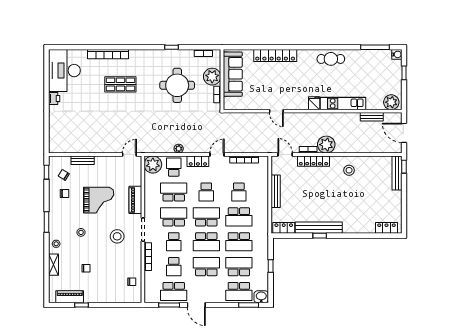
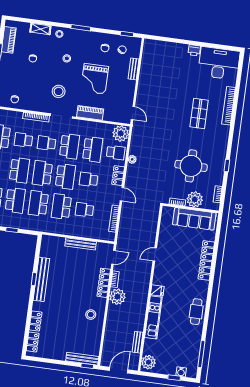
water cooler: (397, 54) -> (181, 372), moved
locker: (284, 228) -> (35, 321), moved

